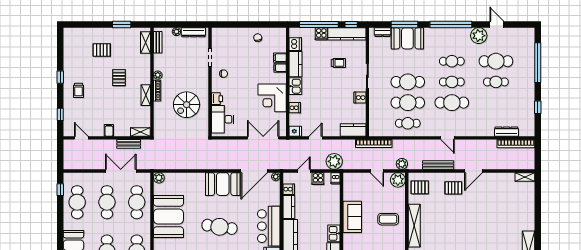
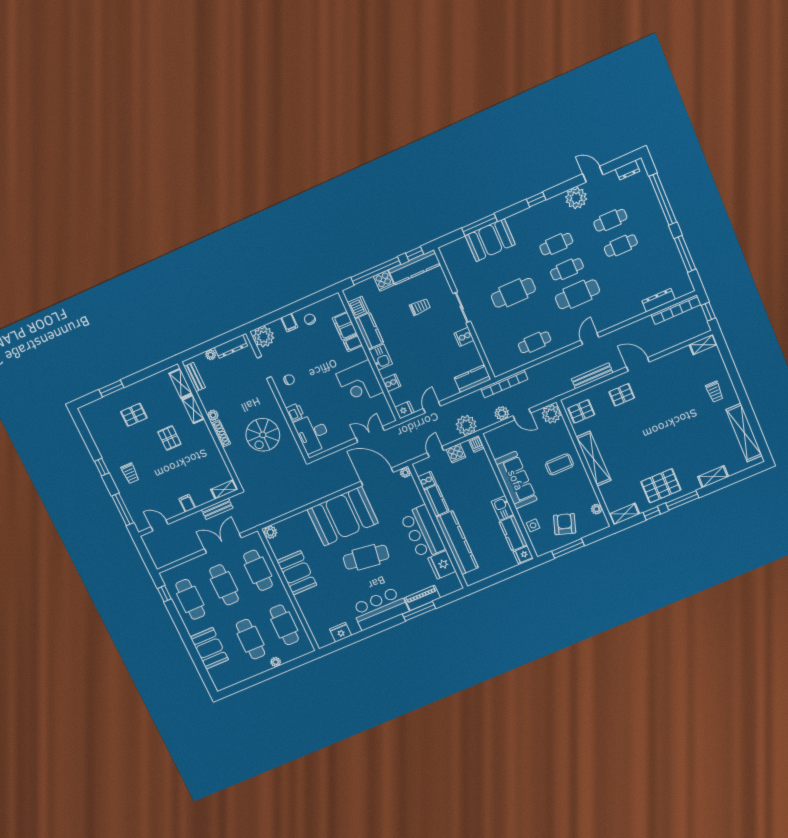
window: (122, 24) -> (111, 389), moved
window: (451, 24) -> (536, 199), width x0.32
dresser: (382, 32) -> (627, 170), moved
filing cabinet: (242, 34) -> (289, 323), added
plant: (220, 36) -> (264, 337), added
filing cabinet: (280, 58) -> (345, 326), width x2.00
cafe table: (496, 61) -> (610, 220), width x0.73, depth x0.74
shelving: (146, 95) -> (193, 409), moved
cafe table: (408, 103) -> (524, 318), removed
window: (538, 107) -> (685, 254), width x2.17
window: (60, 114) -> (123, 509), width x2.17
double door: (263, 138) -> (370, 434), width x0.73
door: (447, 138) -> (590, 339), swing flipped
window: (538, 155) -> (708, 312), added
plant: (402, 164) -> (502, 413), moved
door: (254, 171) -> (377, 477), swing flipped
door: (473, 171) -> (638, 364), swing flipped
booth: (223, 184) -> (343, 516), width x1.36, depth x1.42
trolley: (519, 214) -> (715, 392), added
booth: (168, 216) -> (297, 573), width x0.73, depth x0.70
sofa: (352, 217) -> (516, 480), width x1.36

